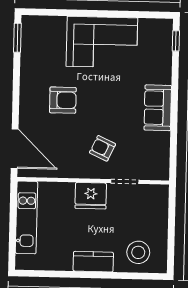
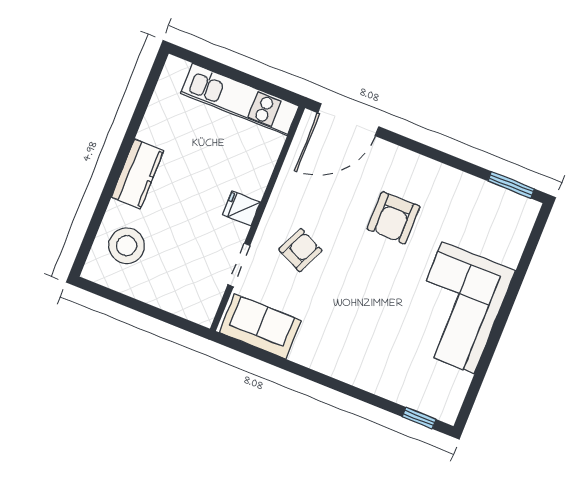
sofa: (158, 108) -> (260, 326), moved
fridge: (91, 196) -> (241, 208), width x0.53, depth x0.75

